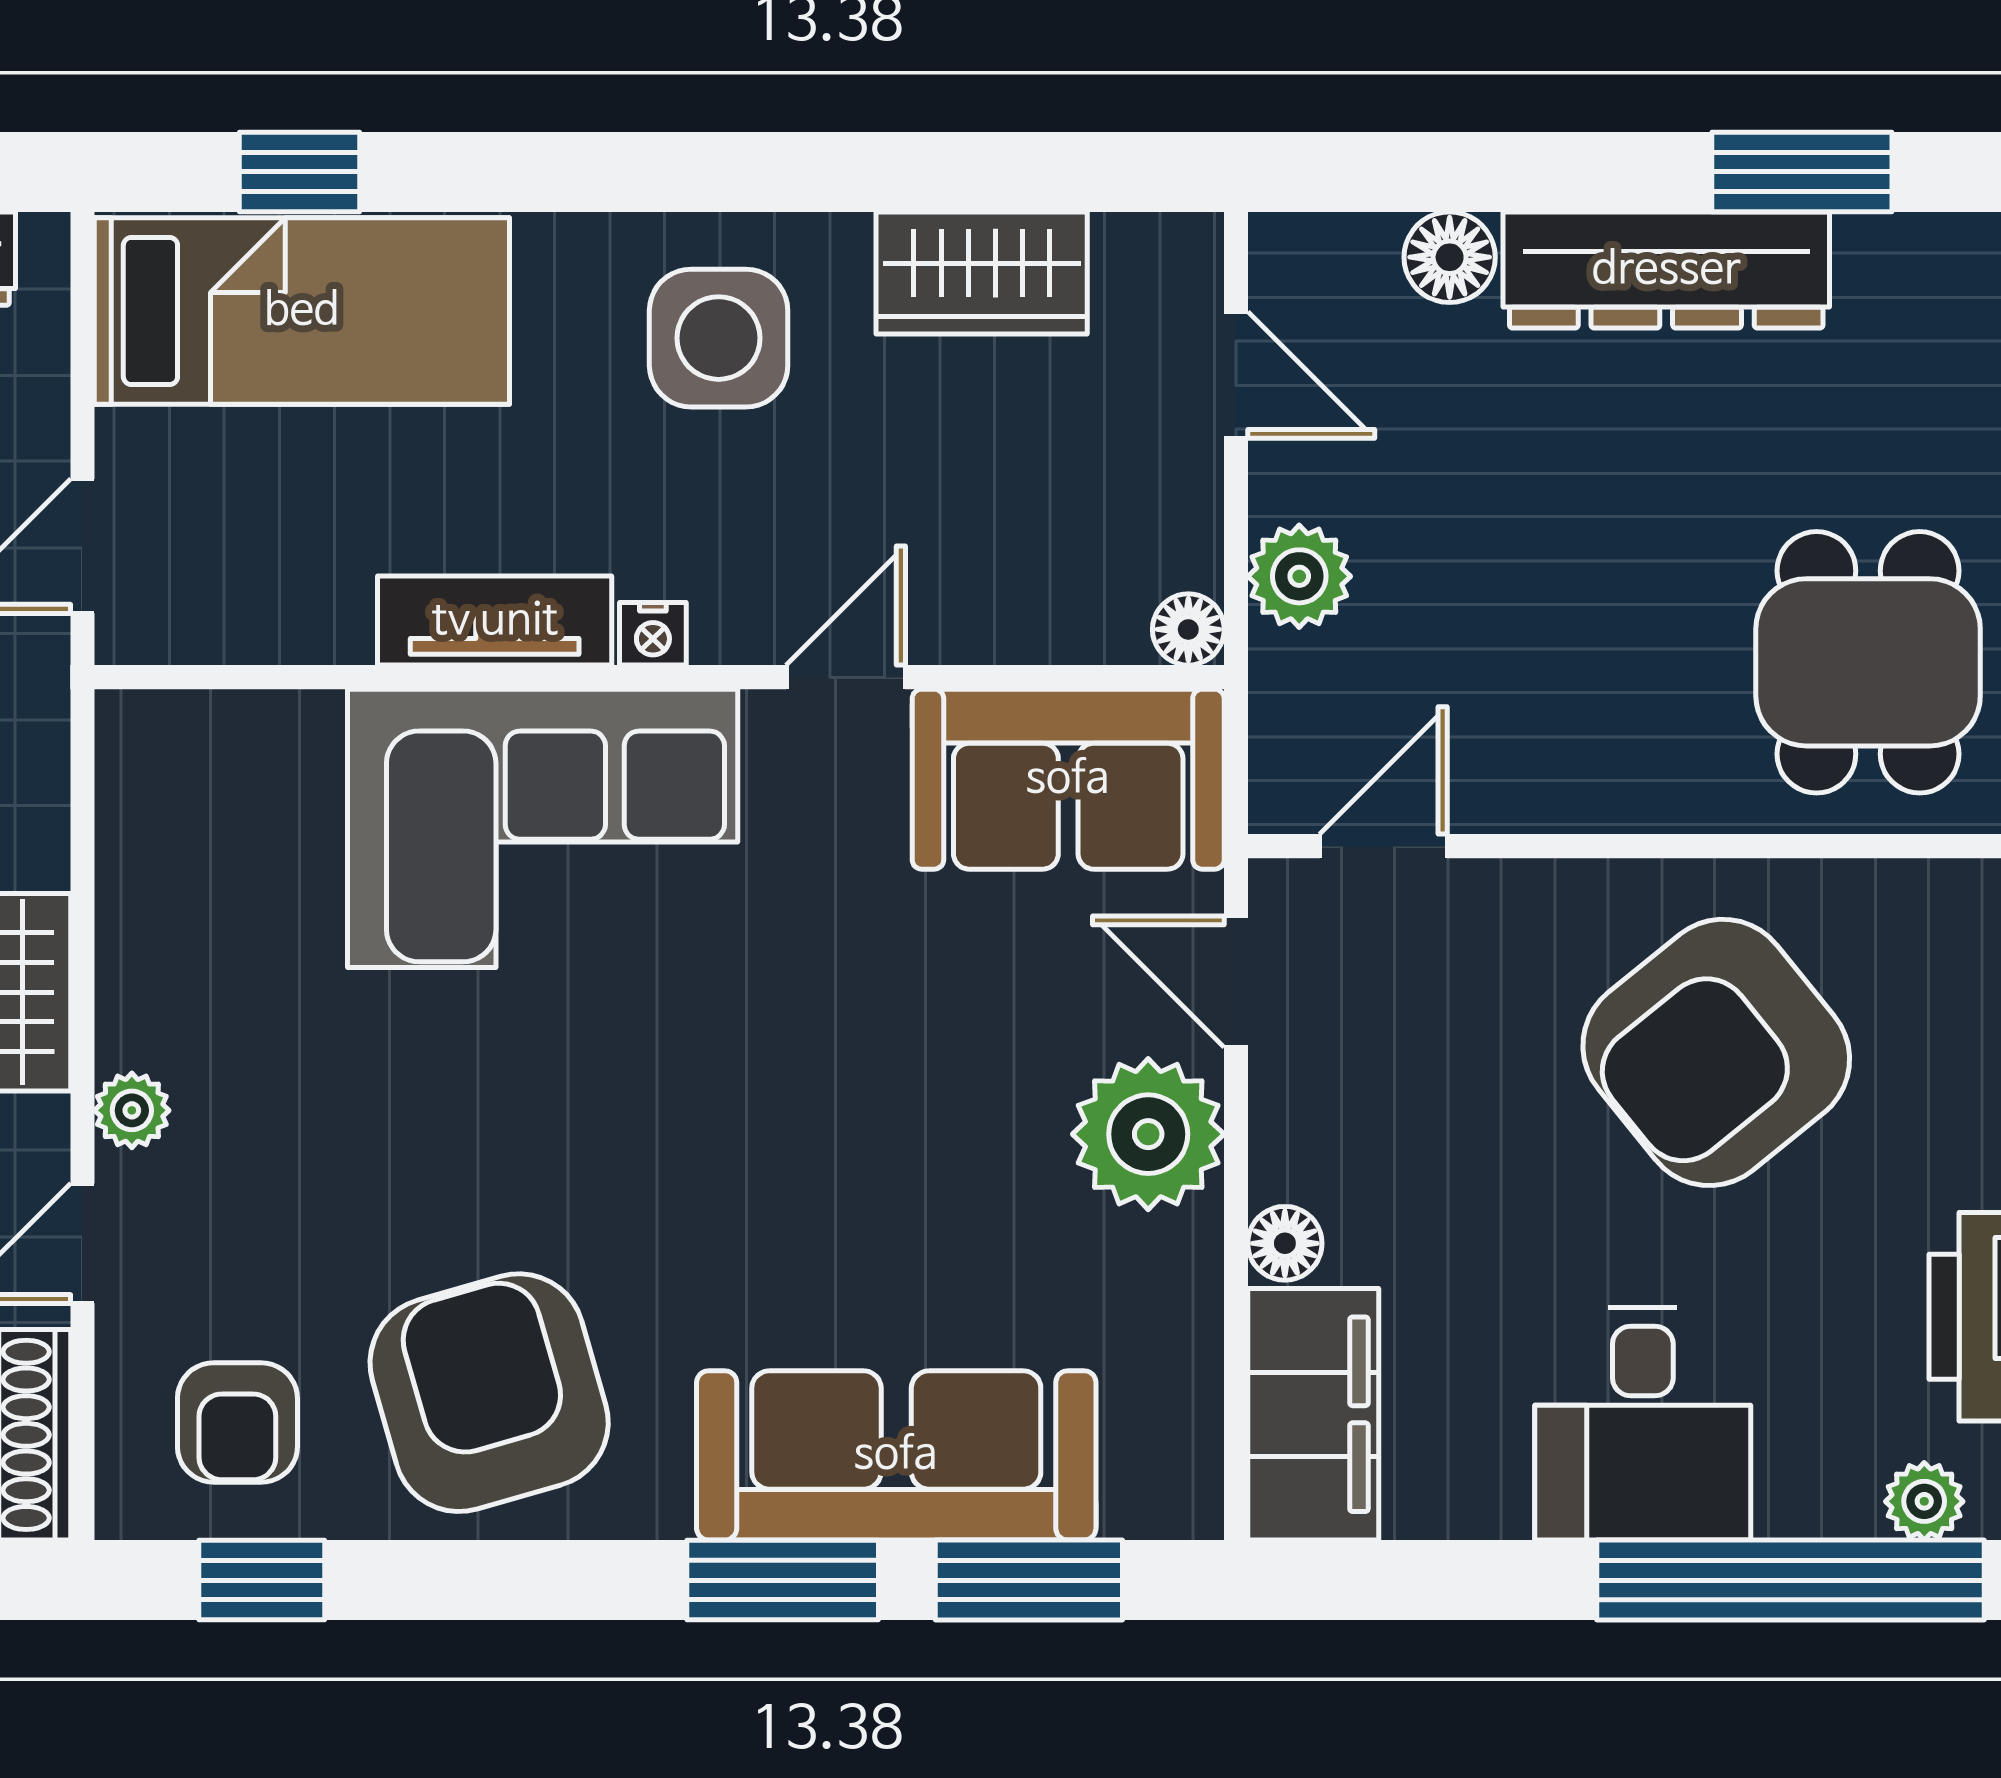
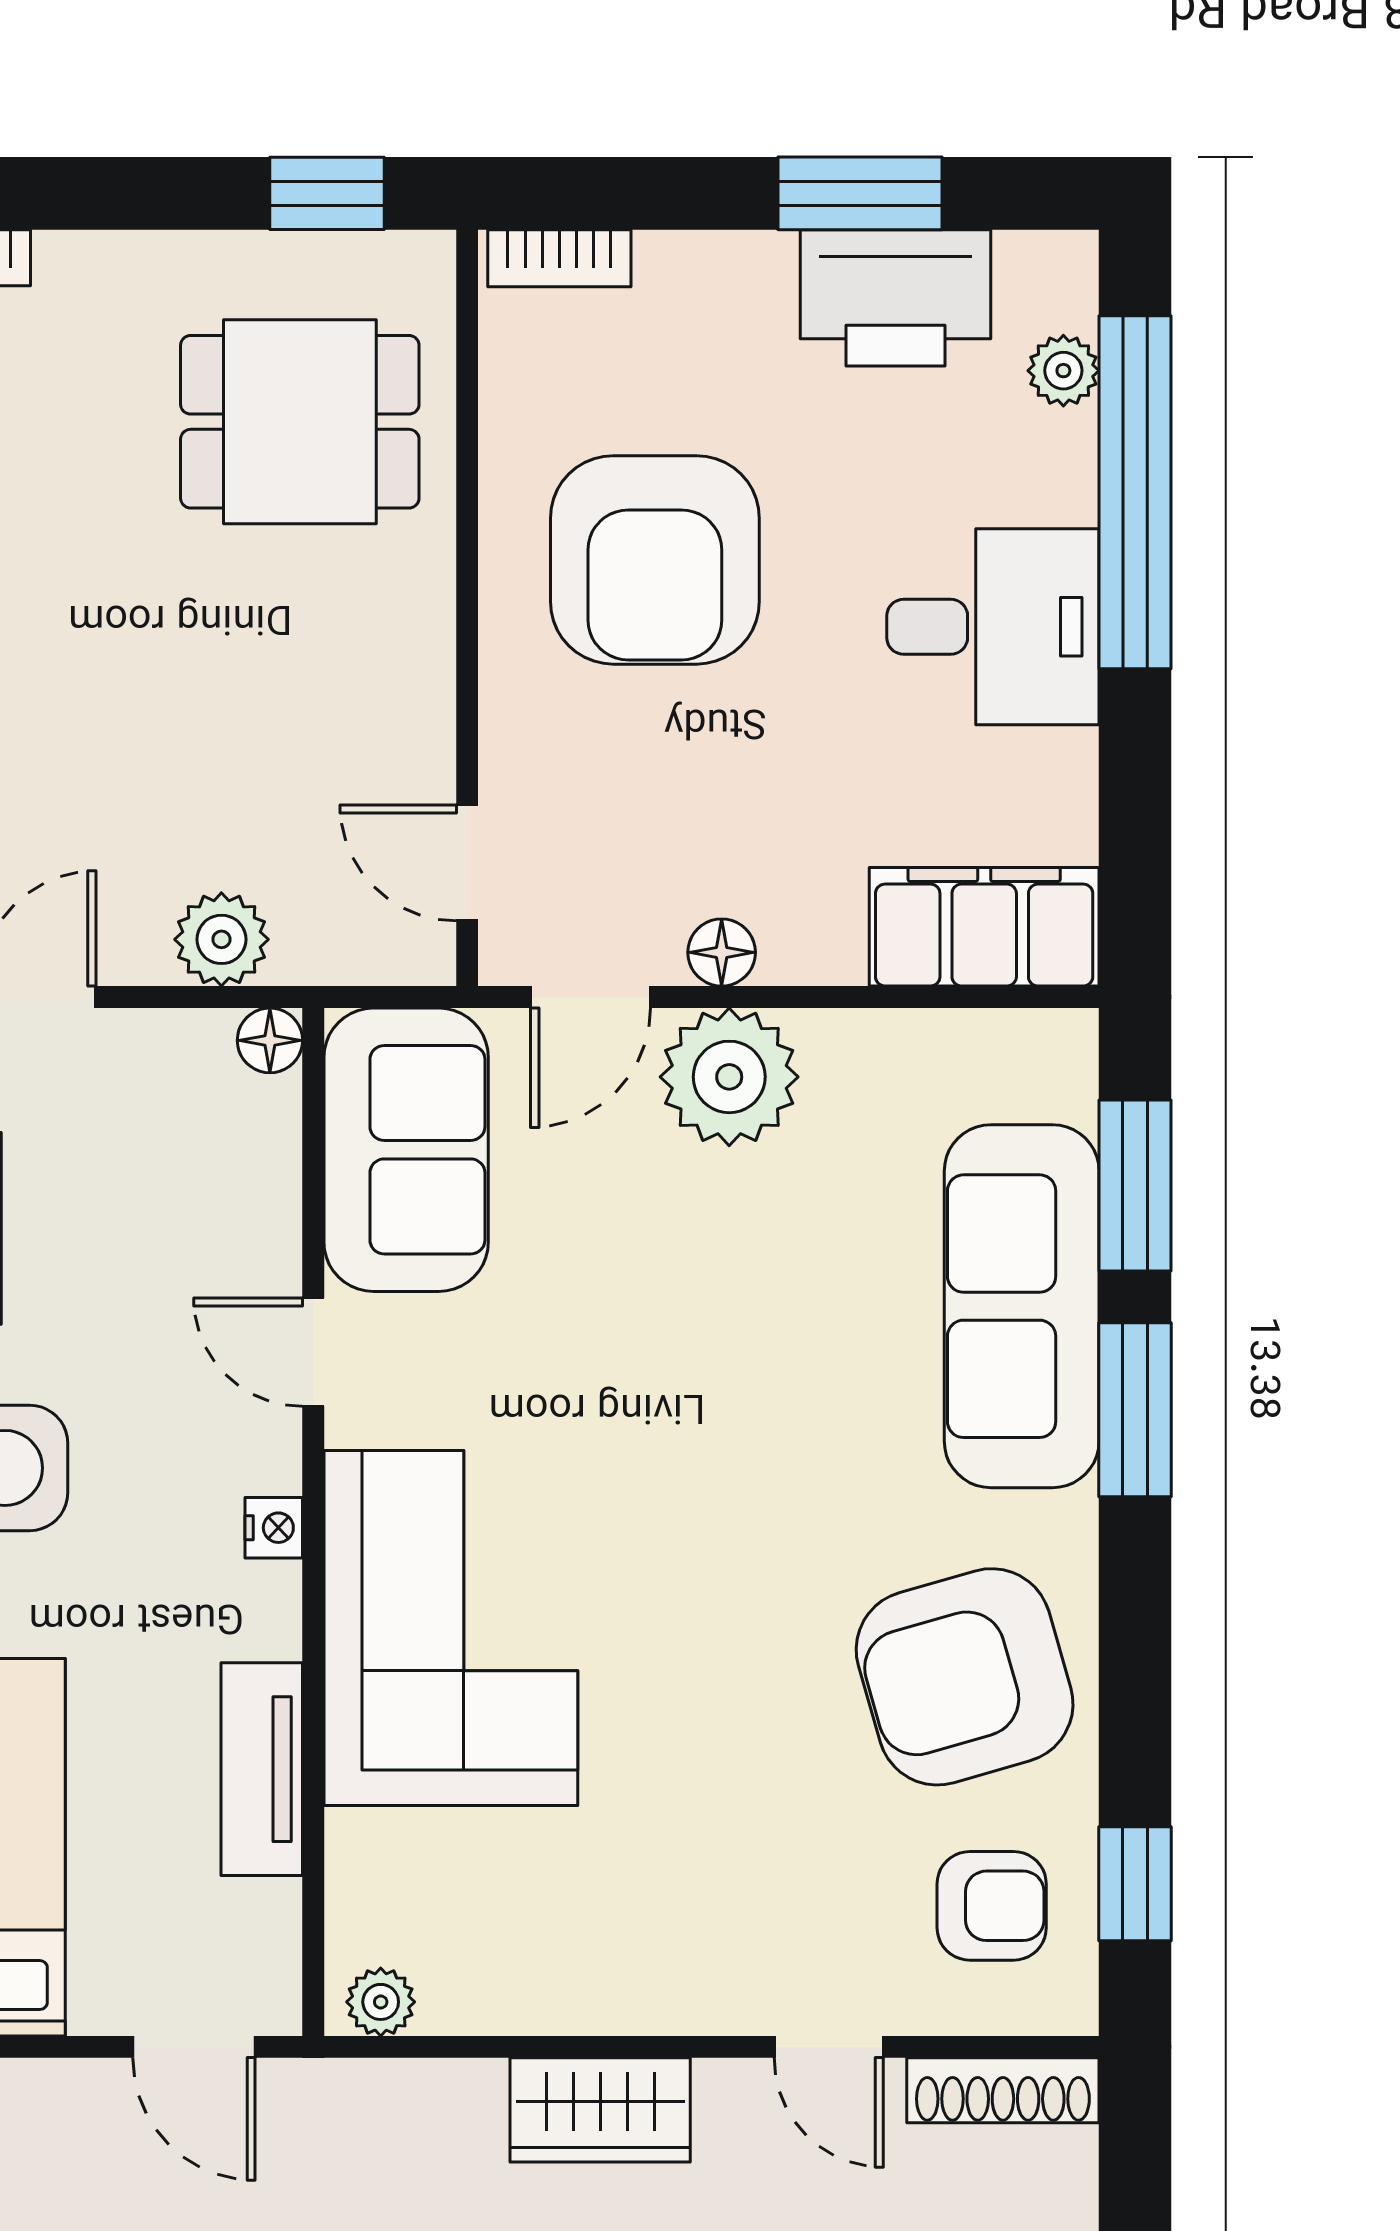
tv unit: (495, 621) -> (262, 1769), moved
armchair: (1716, 1052) -> (655, 560), turned 39
plant: (132, 1110) -> (381, 2002), moved
floor lamp: (1285, 1243) -> (722, 952), moved

